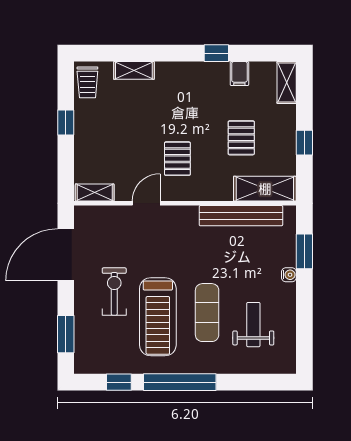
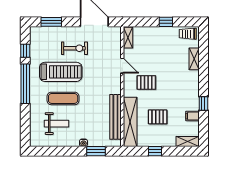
shelving: (265, 189) -> (130, 122), width x1.47
treadmill: (158, 317) -> (61, 72), turned 180

